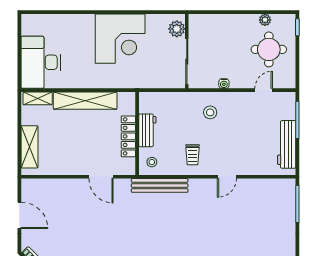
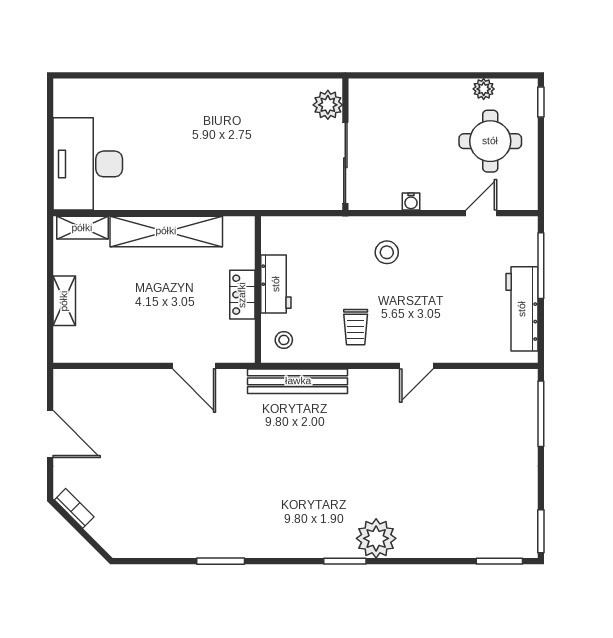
corner desk: (120, 39) -> (228, 122), removed
locker: (128, 136) -> (242, 295), width x0.66
shelving: (29, 147) -> (64, 301), width x0.67, depth x0.75

